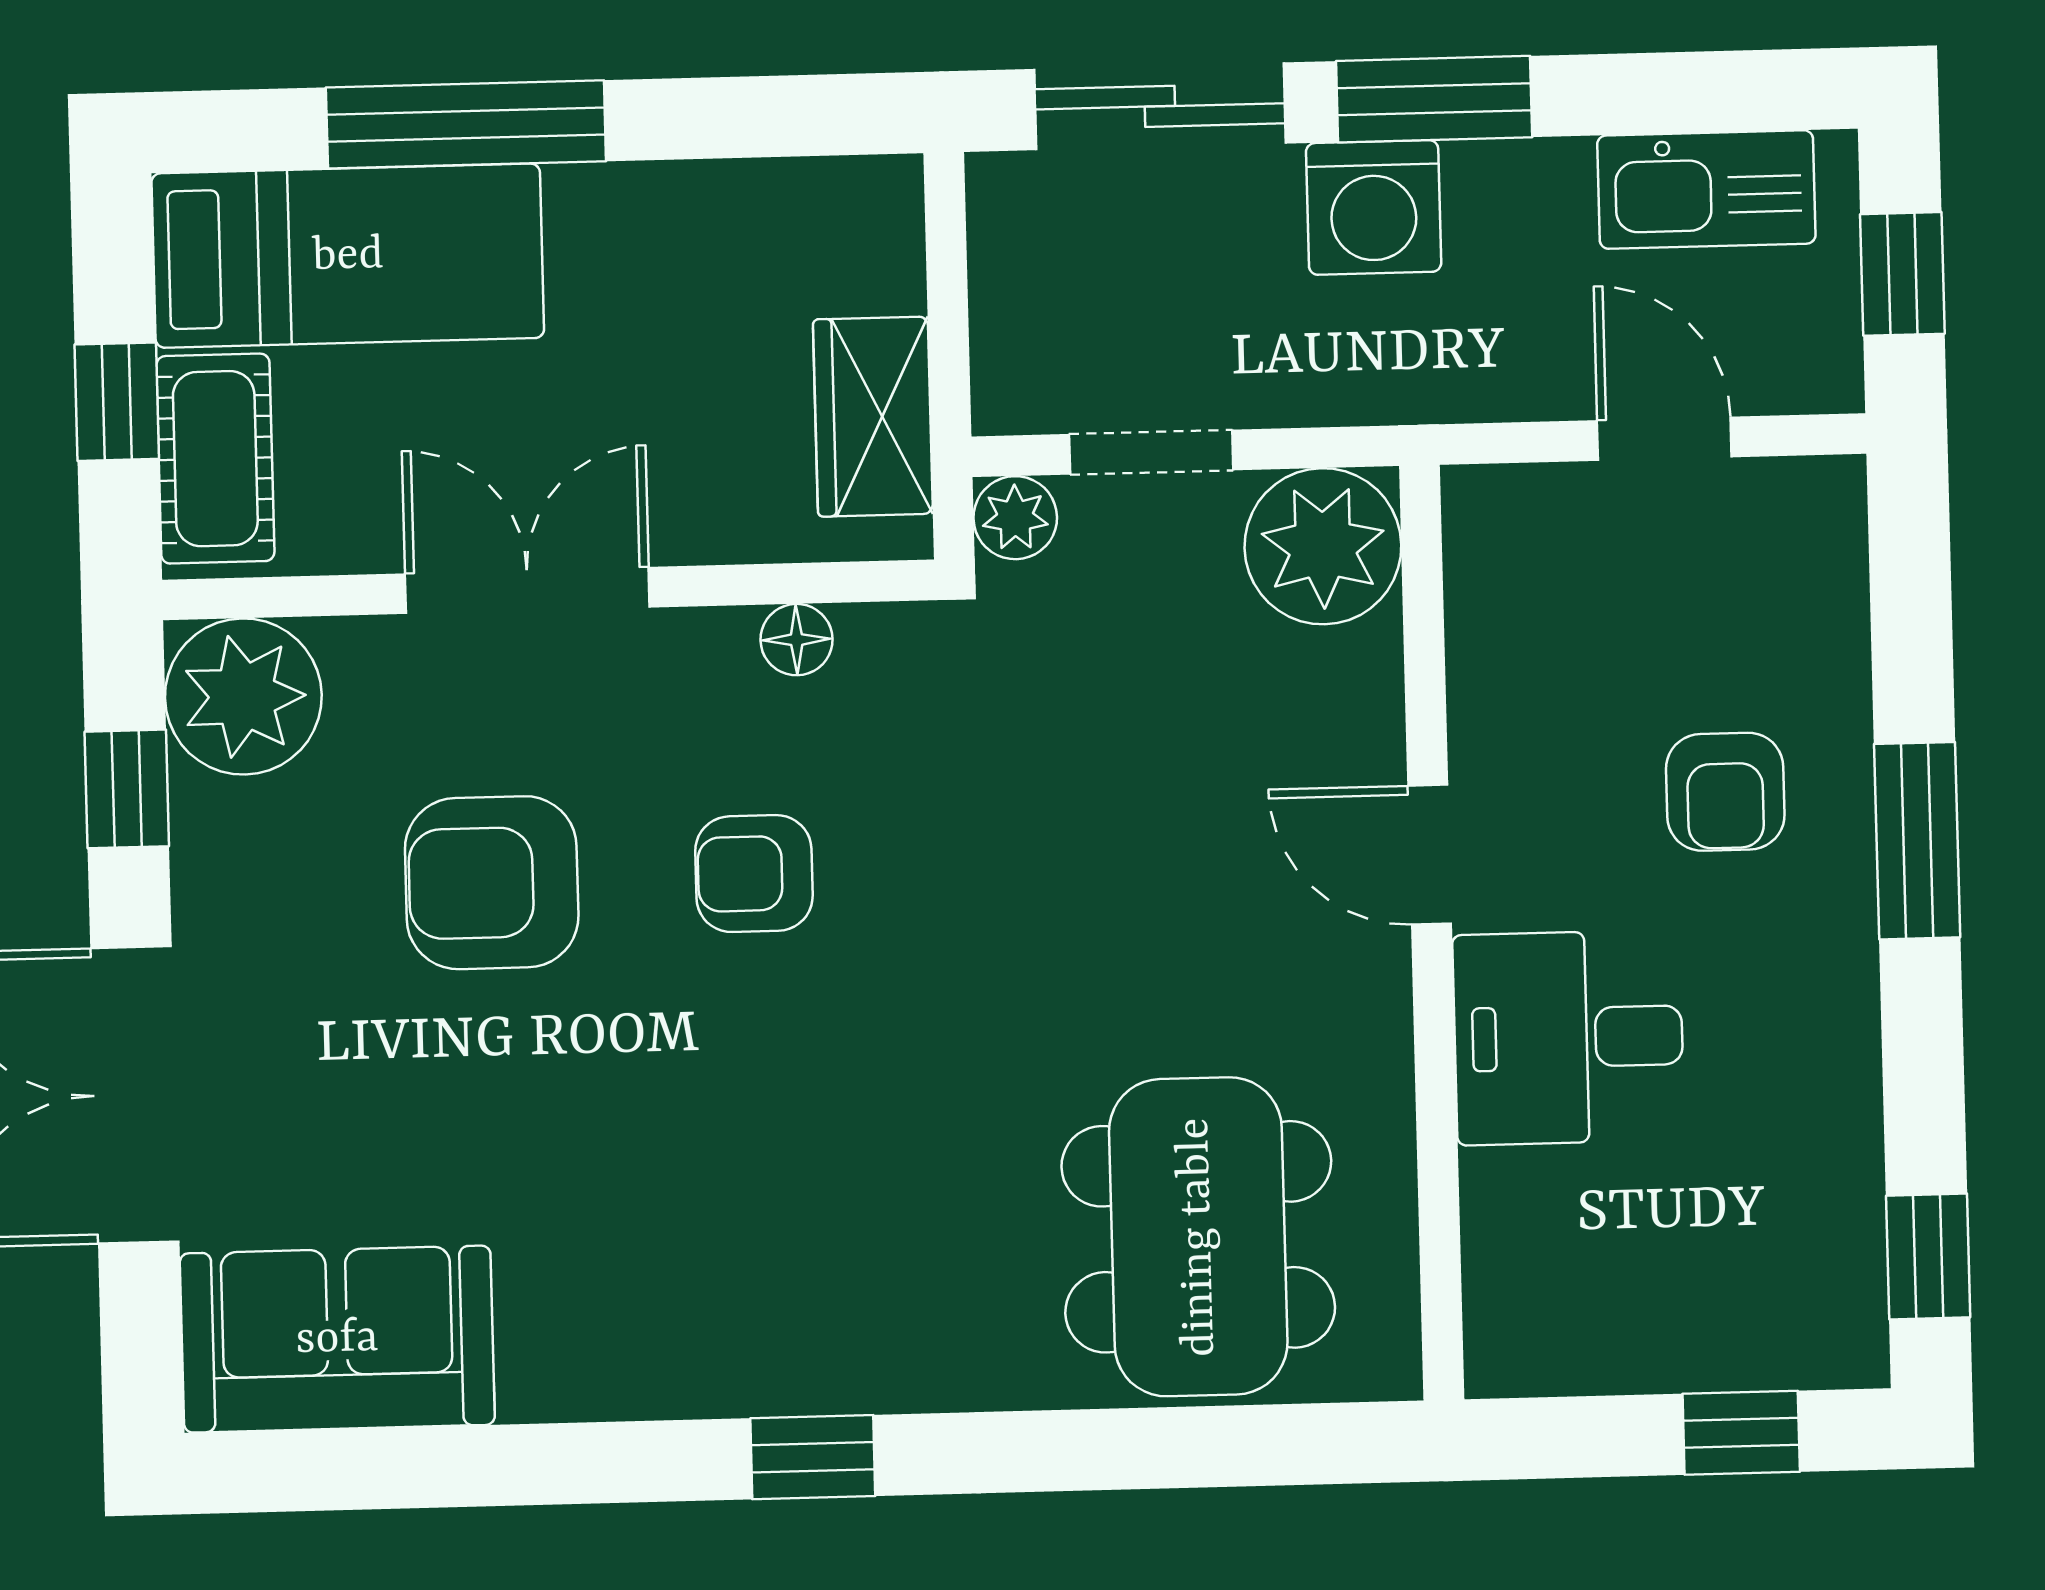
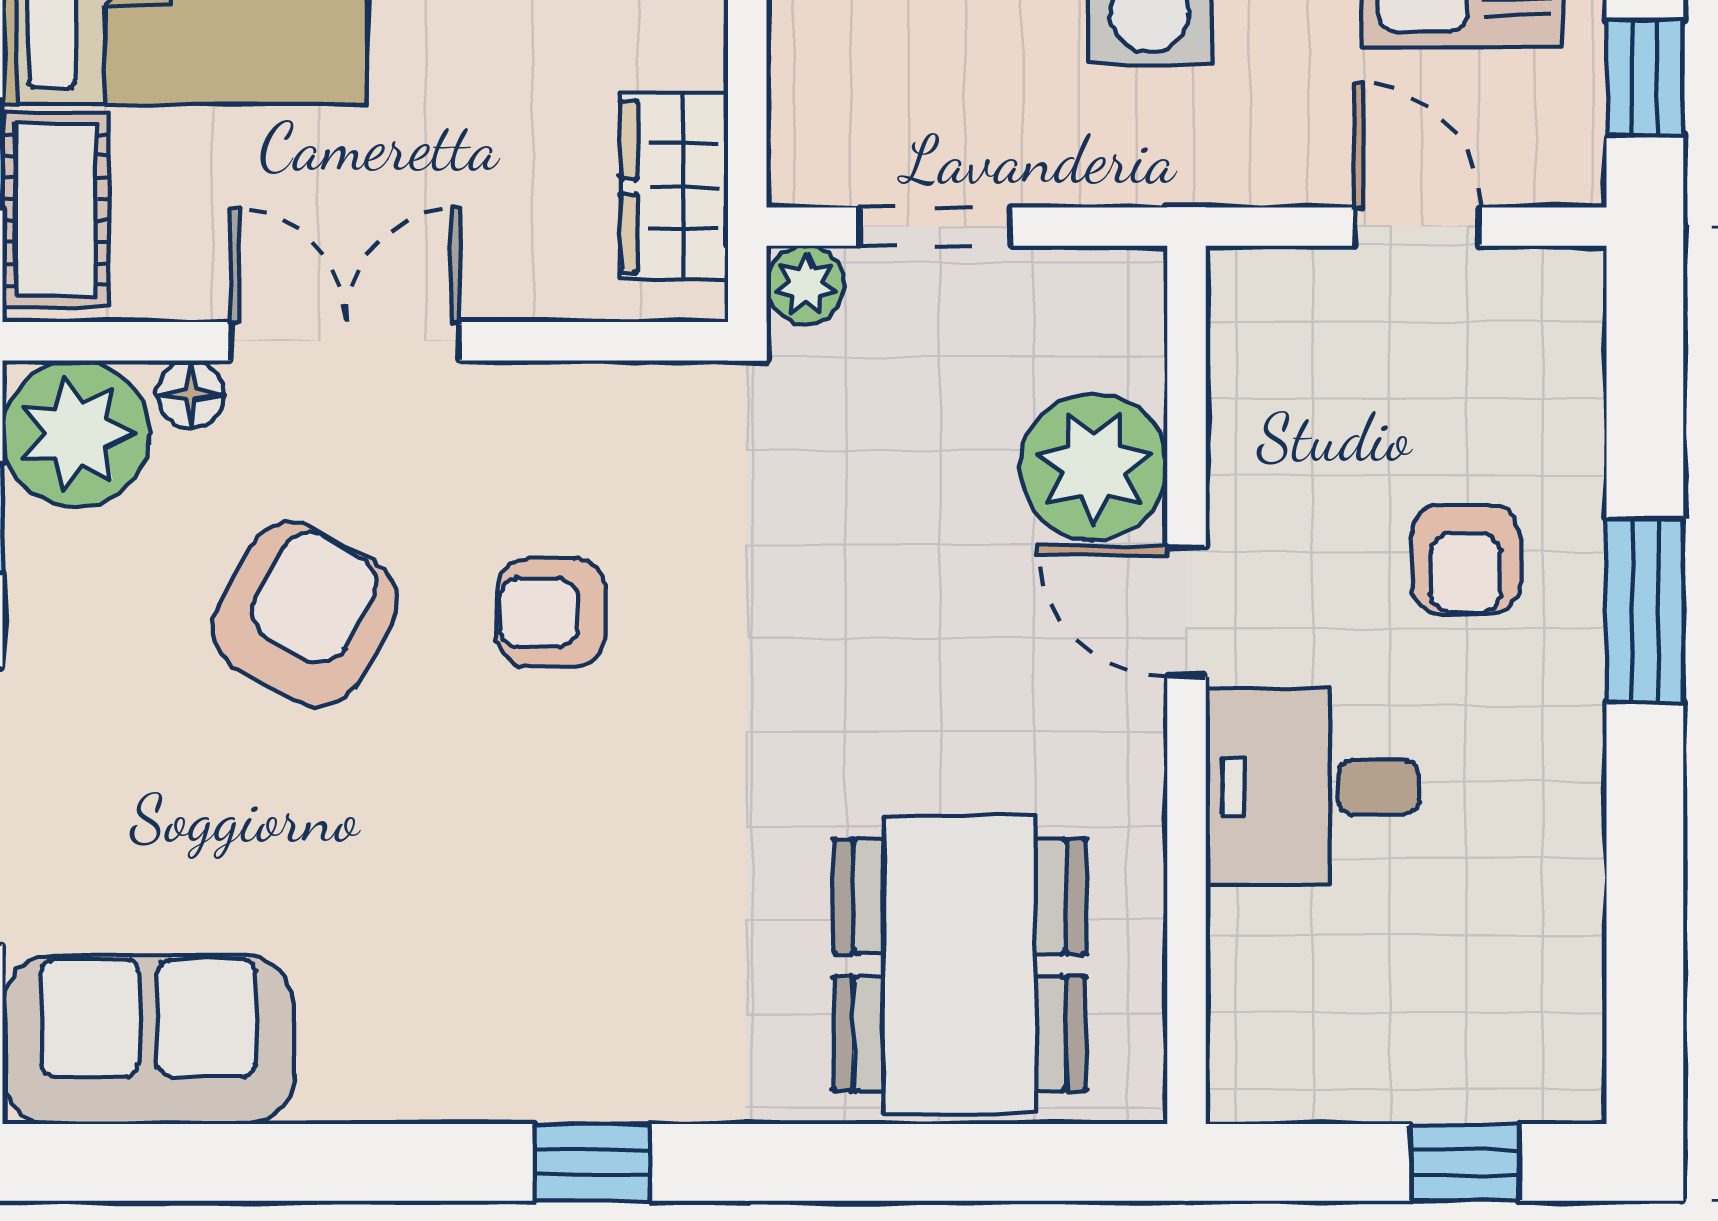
plant: (1323, 546) -> (1094, 467), moved
floor lamp: (797, 640) -> (191, 394), moved
armchair: (492, 883) -> (305, 615), turned 119
window: (1928, 1257) -> (1645, 1001), removed

